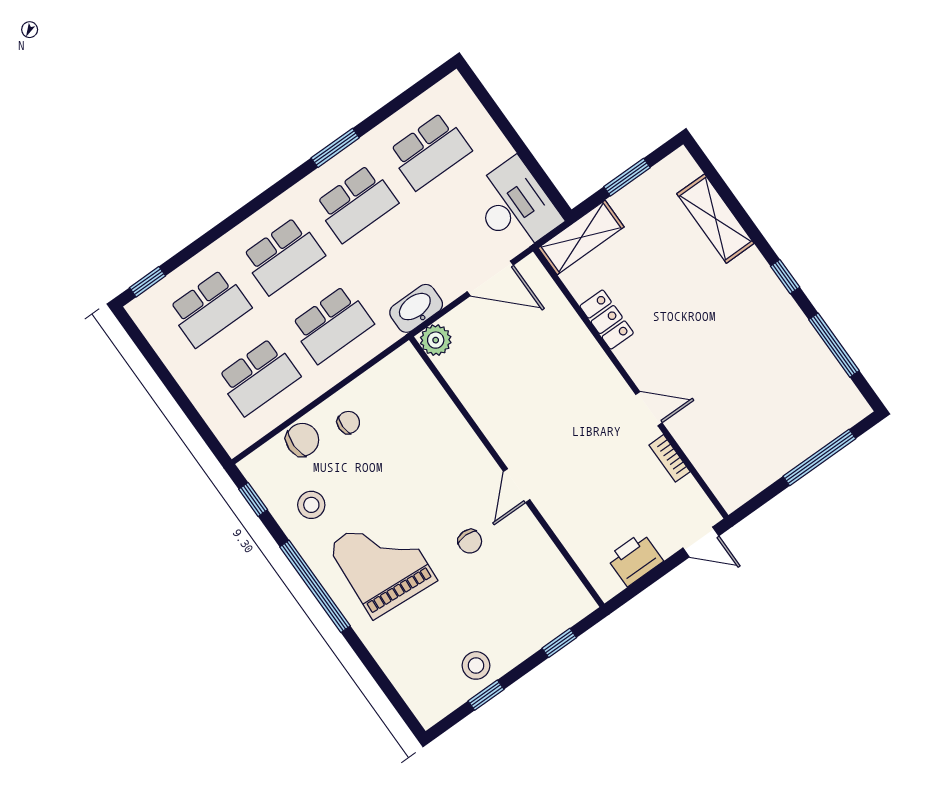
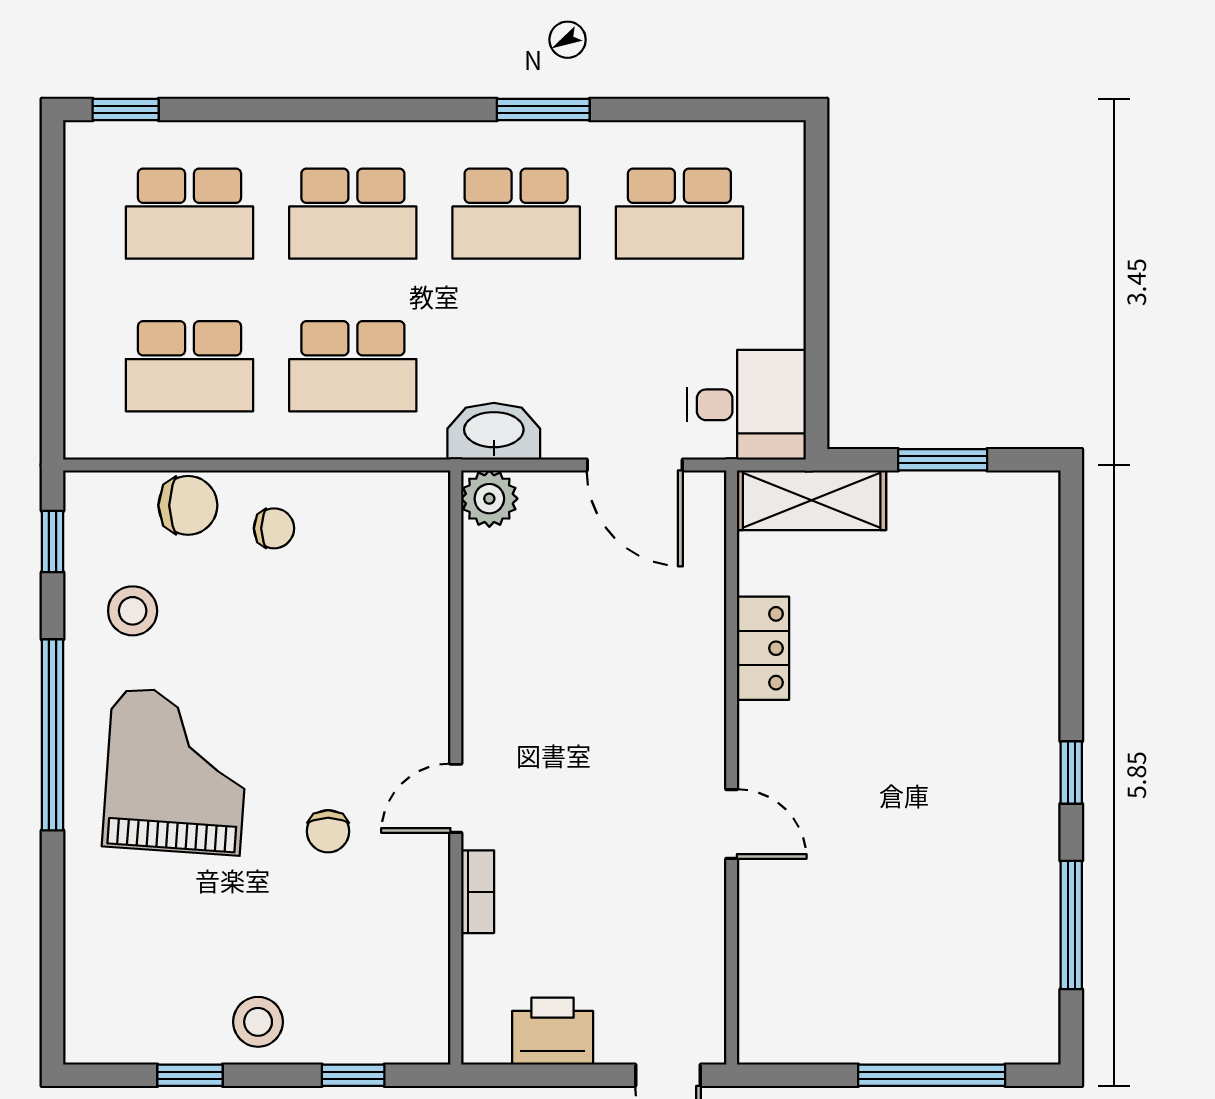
desk: (515, 206) -> (747, 405), width x0.73
shelving: (715, 219) -> (1030, 614), removed
bookcase: (670, 458) -> (478, 892), moved, turned 180
stool: (476, 665) -> (258, 1022), moved

